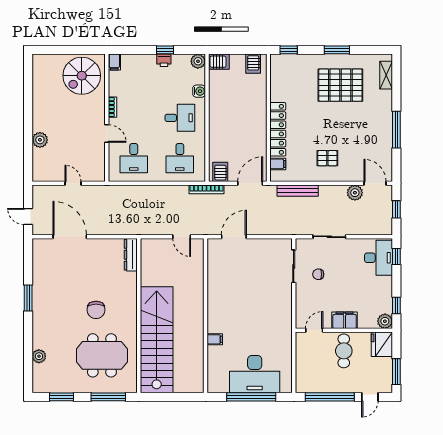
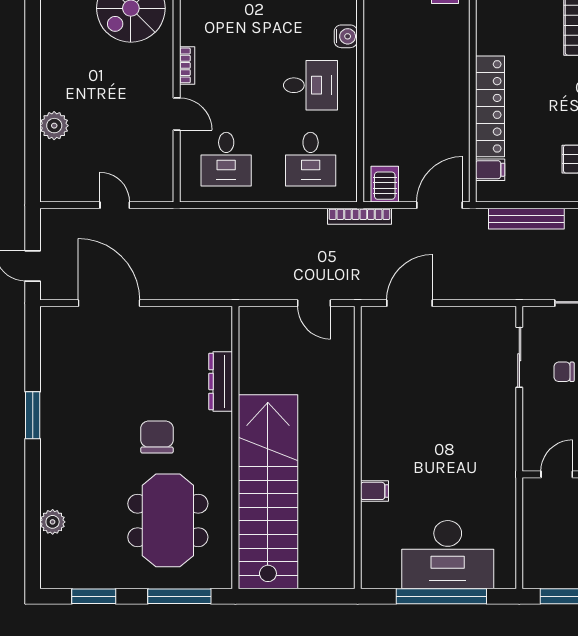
dresser: (131, 255) -> (221, 381), moved
chair: (96, 310) -> (157, 437), turned 180
meeting table: (102, 355) -> (168, 520), turned 90

